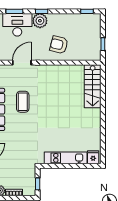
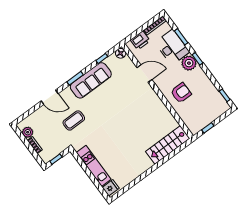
armchair: (59, 45) -> (181, 93), turned 76
coffee table: (23, 102) -> (74, 120), moved

